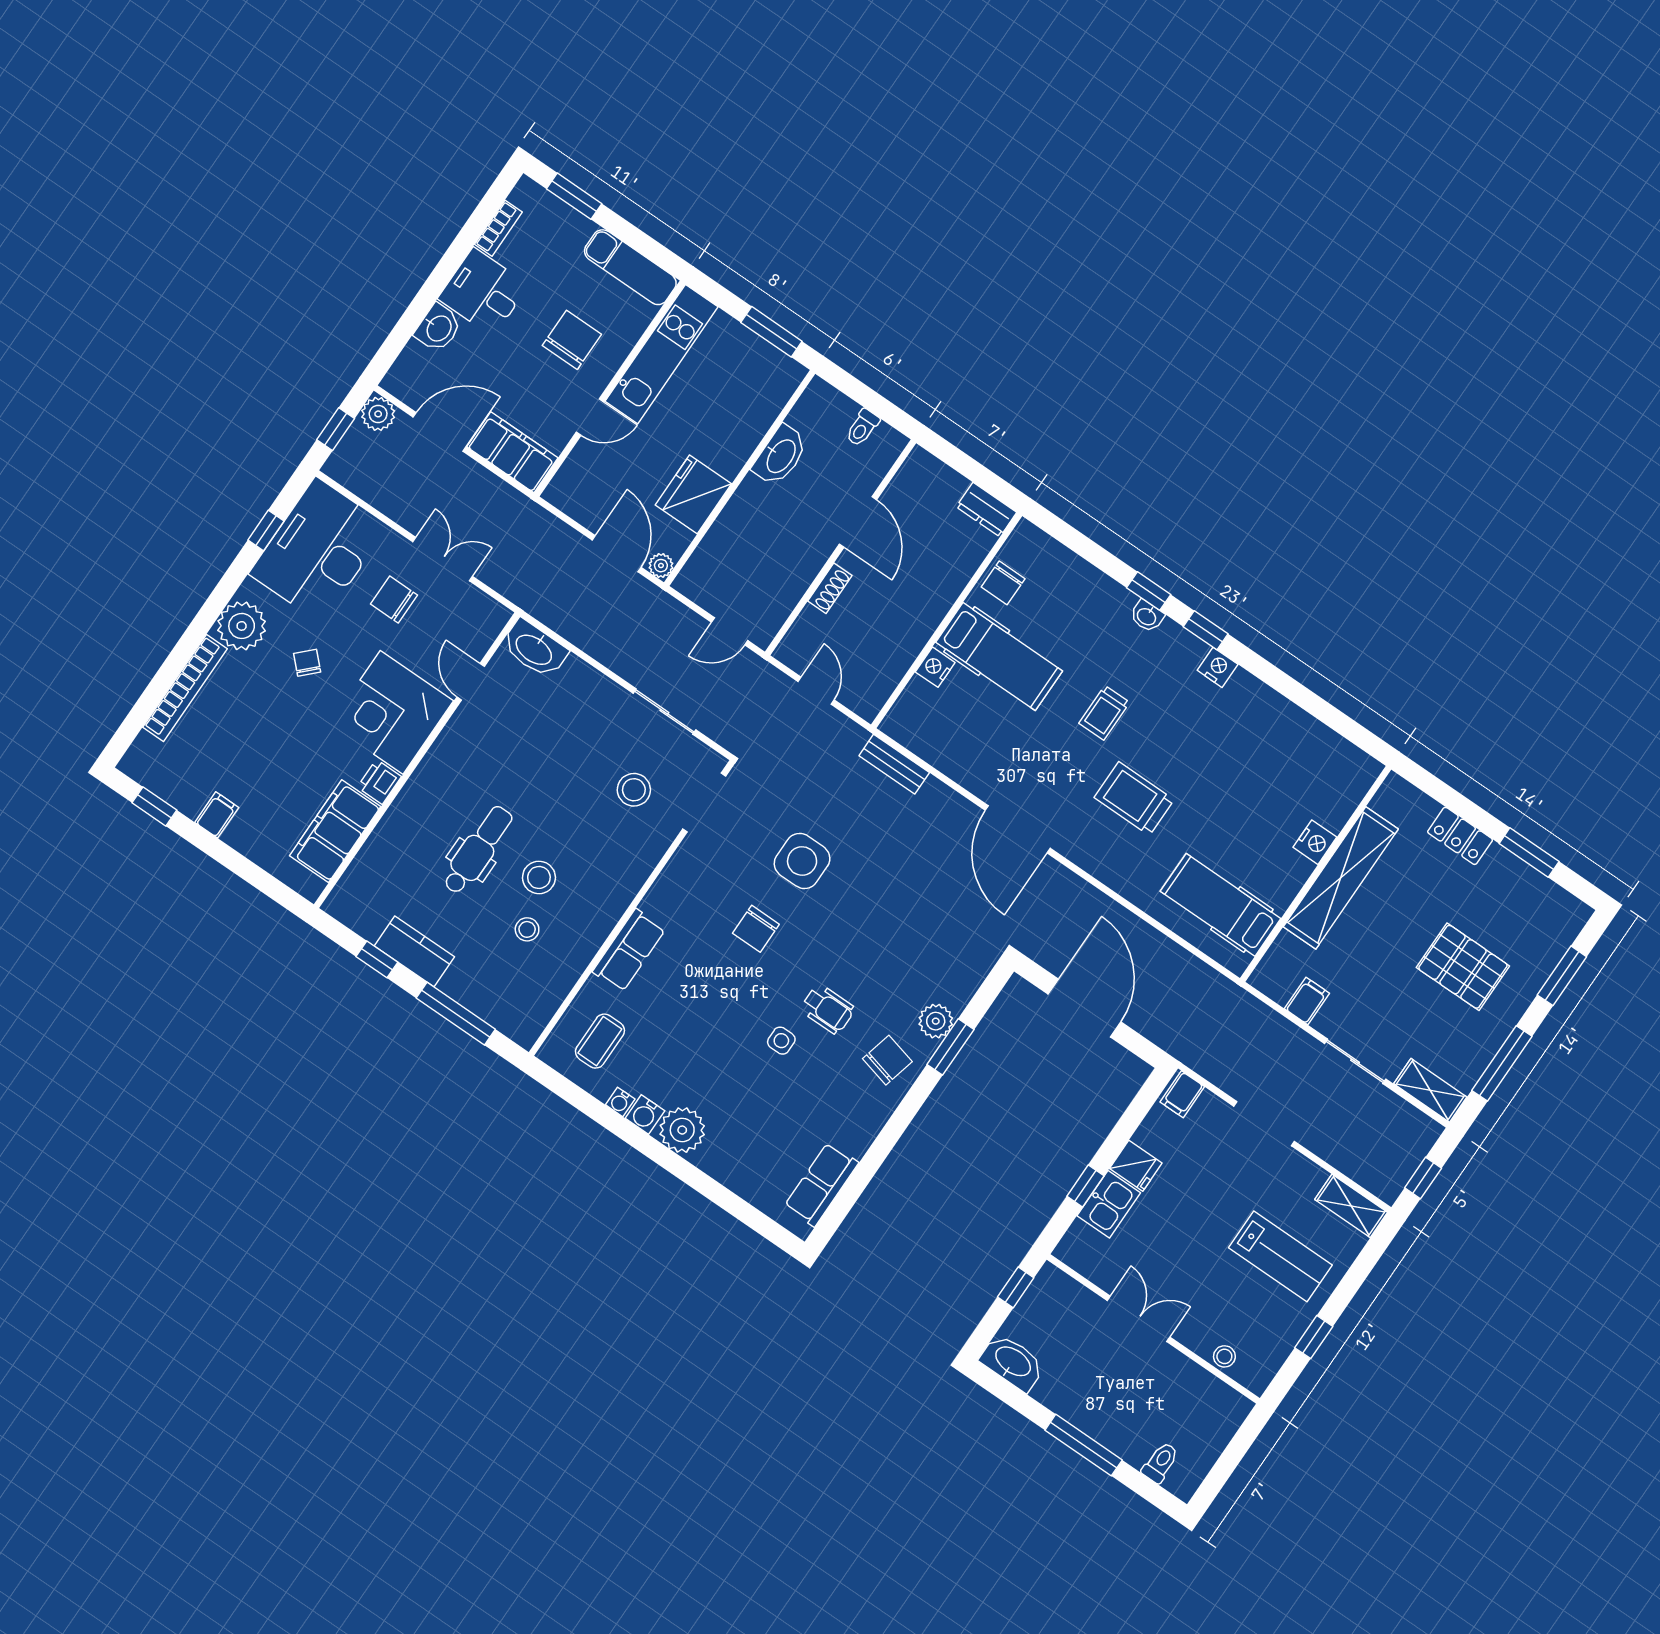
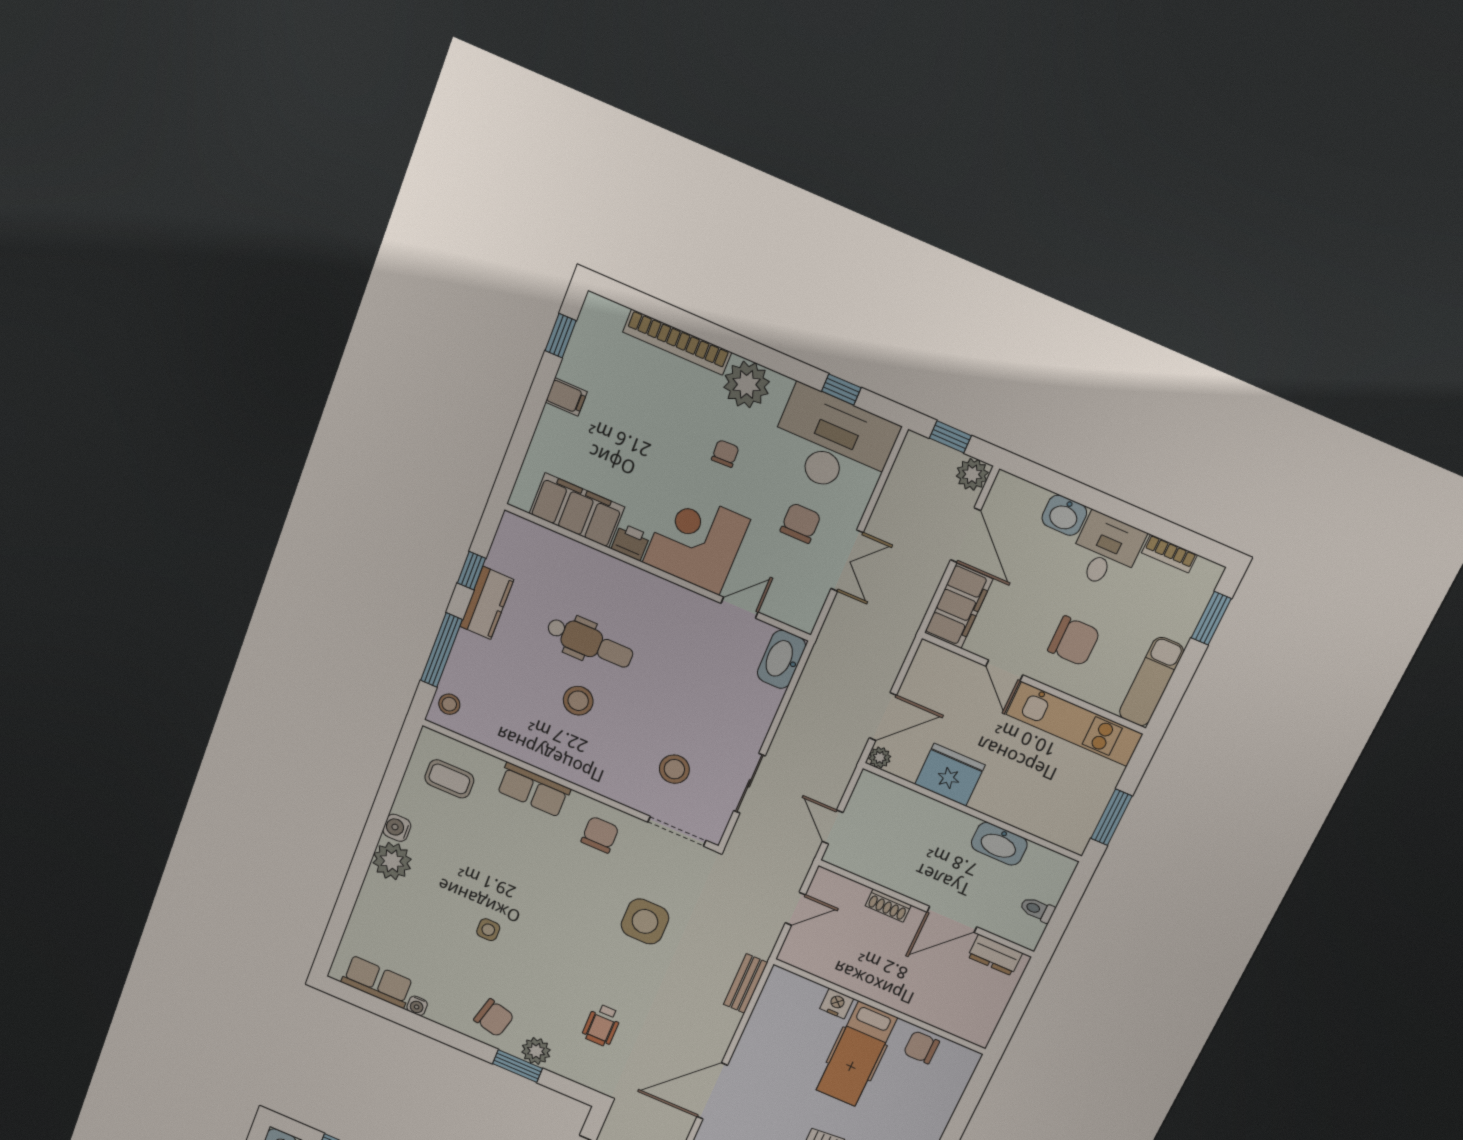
dresser: (986, 510) -> (995, 955), moved, turned -90
chair: (307, 663) -> (725, 454), turned -47
stool: (527, 929) -> (449, 704), moved
chair: (756, 929) -> (600, 835), moved, turned 90
wheelchair: (828, 1009) -> (602, 1025), moved
water cooler: (620, 1102) -> (417, 1006), moved, turned -90

